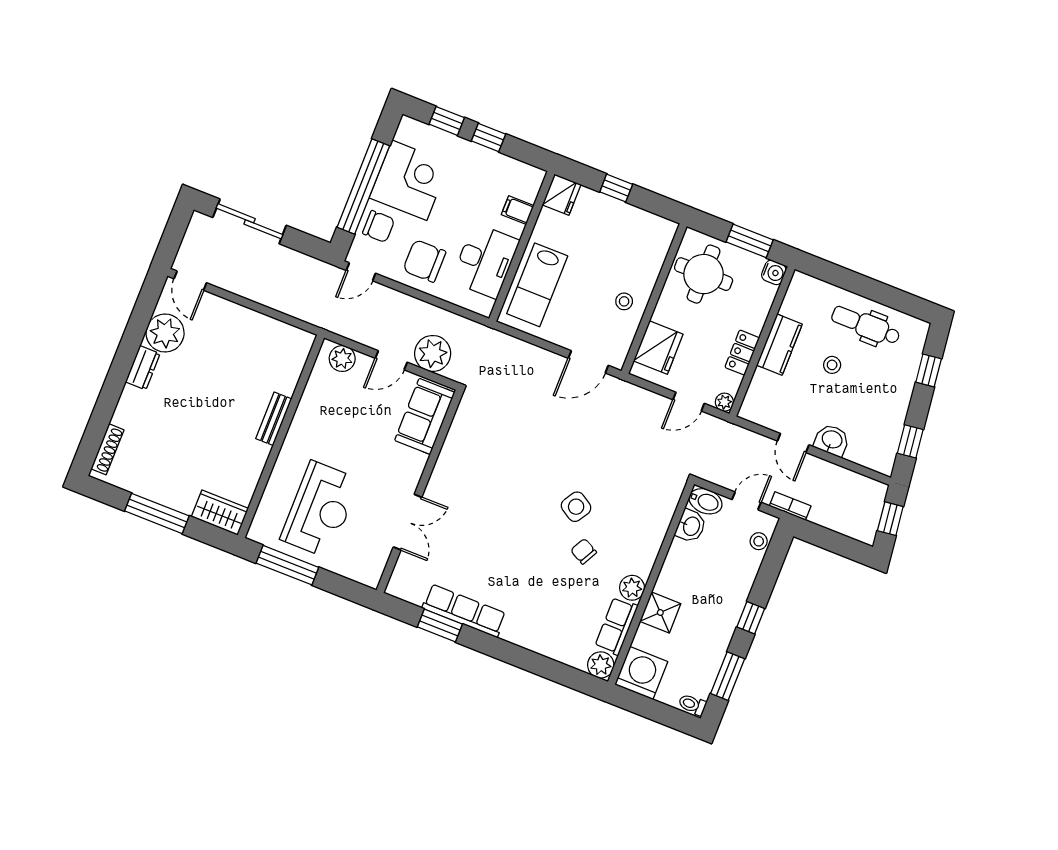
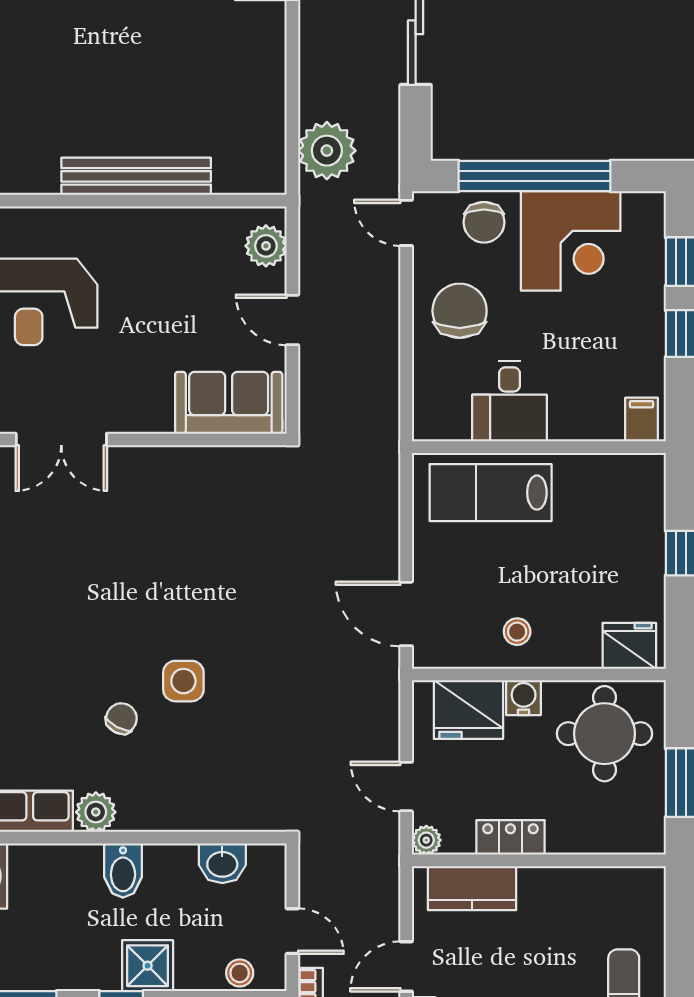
fridge: (562, 195) -> (629, 646), moved, turned 180
filing cabinet: (518, 210) -> (642, 420), moved
desk: (485, 261) -> (509, 401), width x0.73
water cooler: (774, 272) -> (524, 698), moved, turned 180
kitchen counter: (779, 345) -> (472, 888), moved
plant: (433, 353) -> (327, 151), moved
stool: (832, 365) -> (545, 978), removed
bench: (274, 419) -> (136, 176), width x1.86, depth x1.21
bidet: (706, 501) -> (123, 871), moved
side table: (576, 507) -> (183, 681), turned -32
shower: (660, 613) -> (148, 966), moved

